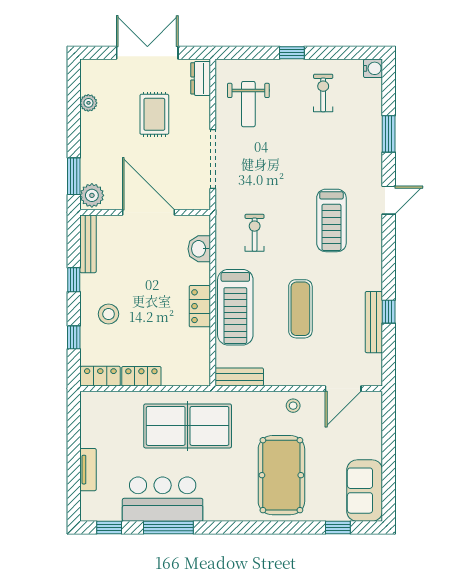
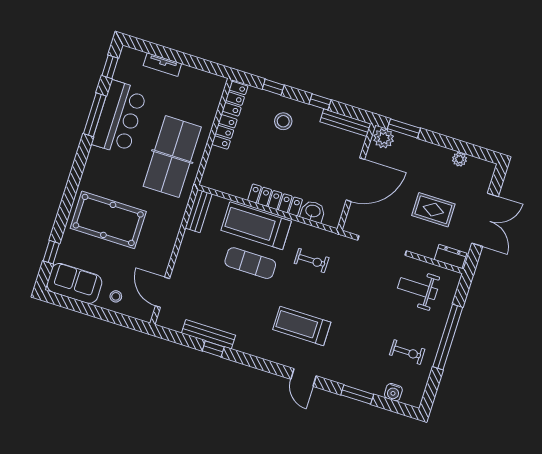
window: (292, 53) -> (448, 337), width x3.17
water cooler: (373, 68) -> (393, 392), moved
locker: (200, 306) -> (275, 200), width x1.53
exercise mat: (300, 309) -> (250, 263), moved
stool: (293, 406) -> (116, 296), moved

